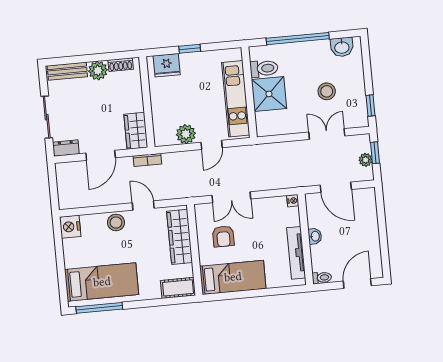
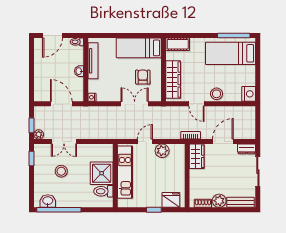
window: (298, 39) -> (59, 210), moved
plant: (366, 160) -> (39, 134), moved

